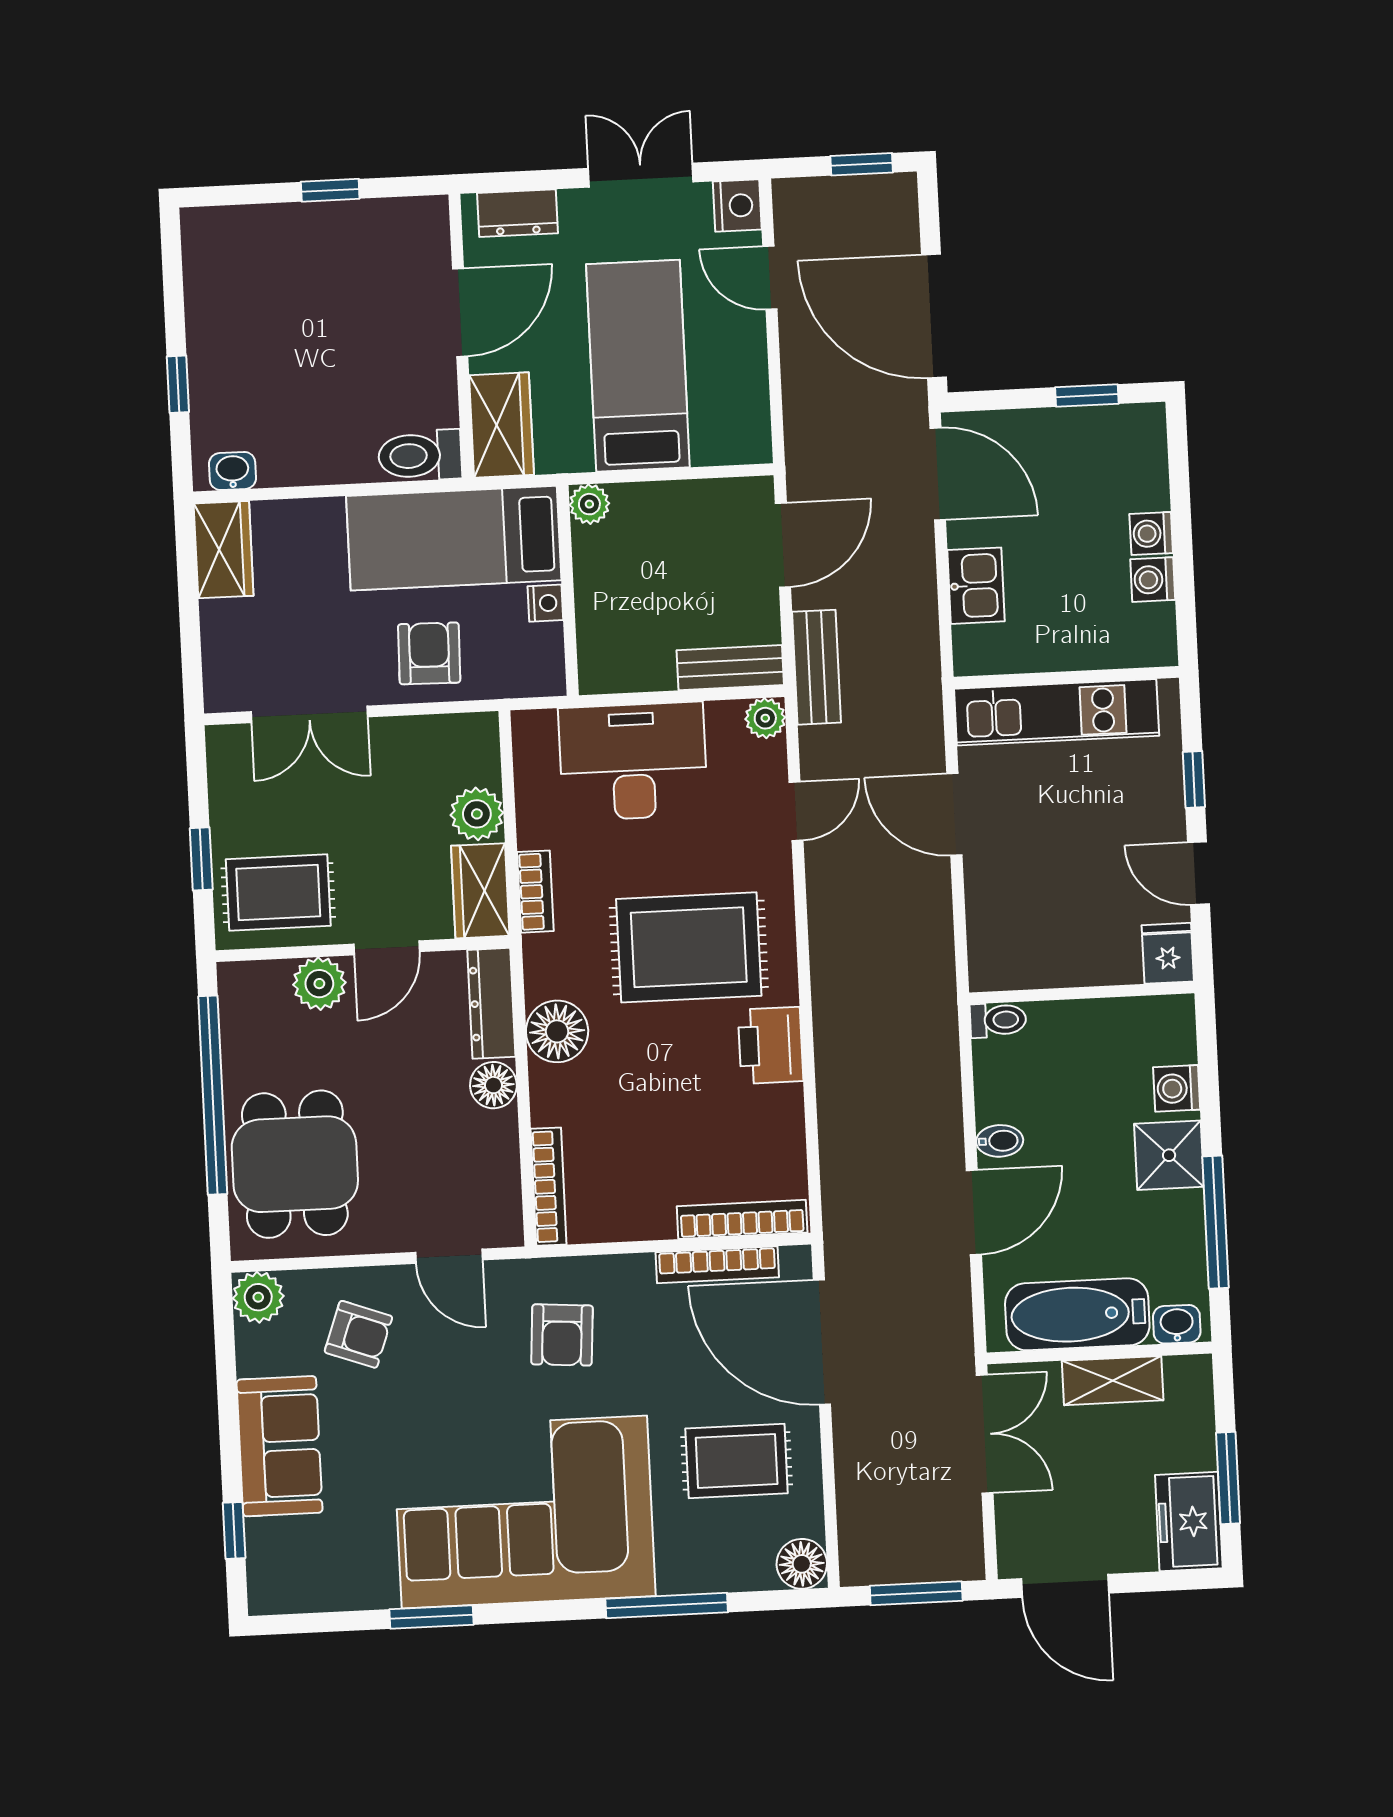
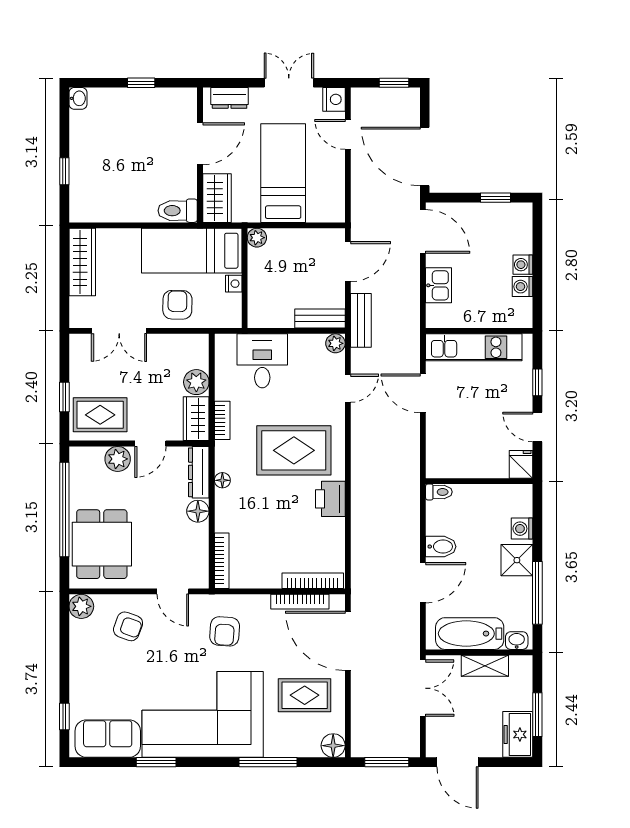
washbasin: (232, 471) -> (78, 98), moved, turned 90
wardrobe: (224, 550) -> (82, 262), width x1.50
desk: (633, 761) -> (262, 361), width x0.73
floor lamp: (557, 1031) -> (222, 480), width x0.53, depth x0.53
bidet: (1000, 1141) -> (441, 547), width x1.38, depth x1.36
sofa: (280, 1446) -> (108, 739), moved, turned -90

